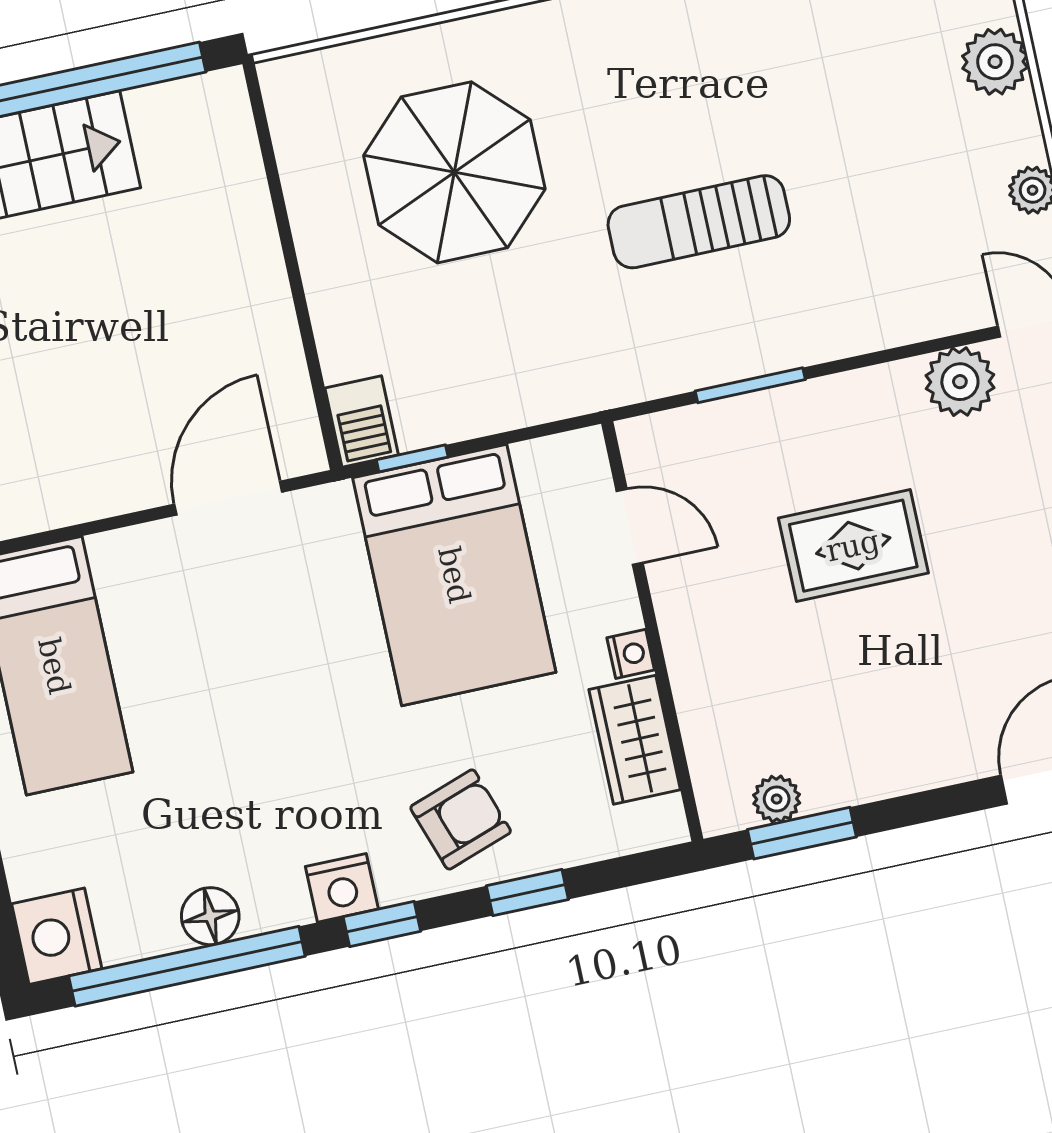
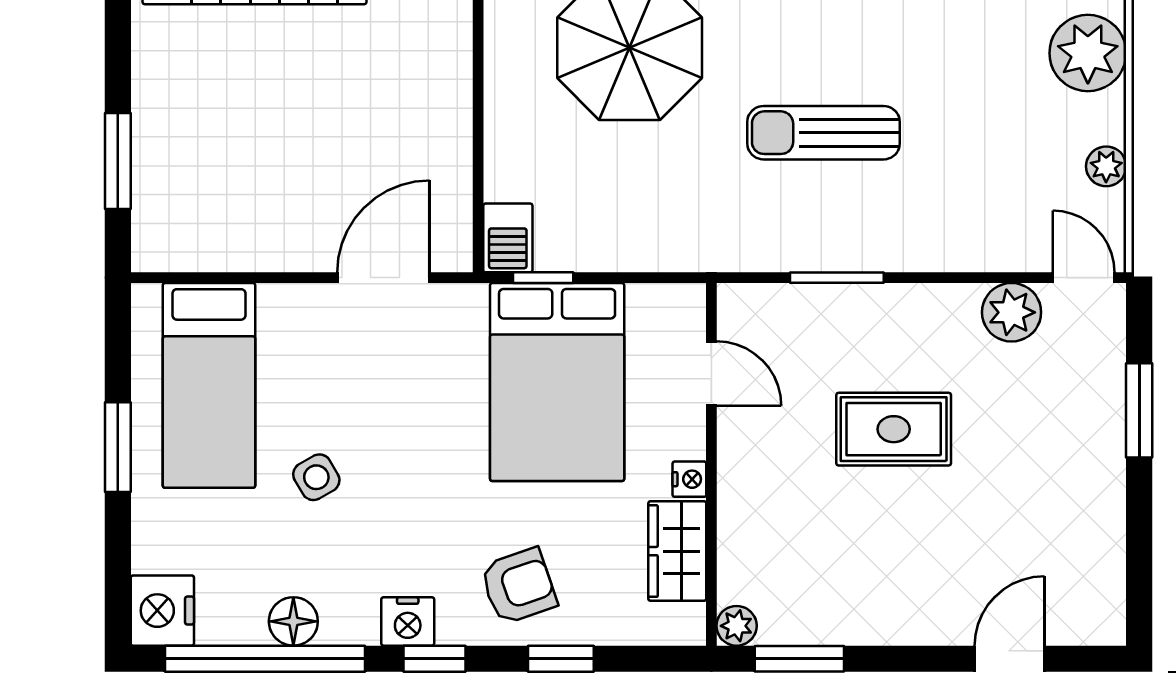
plant: (995, 62) -> (1088, 53), width x1.36, depth x1.36
side table: (201, 745) -> (316, 477), added
plant: (777, 799) -> (737, 626), moved

